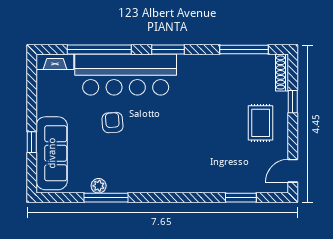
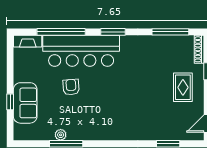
sofa: (52, 153) -> (25, 103), width x0.73

